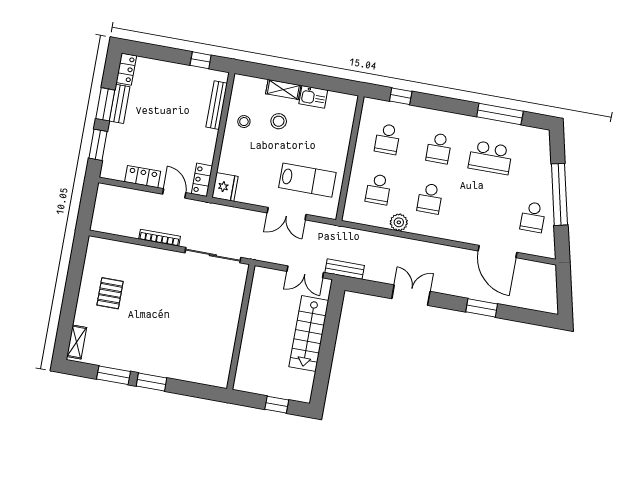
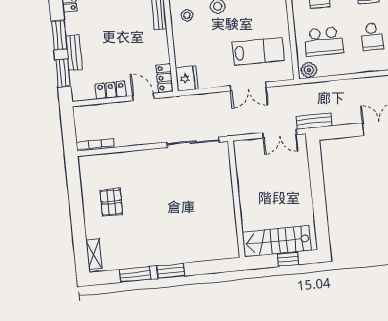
bench: (120, 104) -> (74, 53), moved
school desk: (378, 189) -> (324, 42), width x1.85
plant: (399, 222) -> (309, 70), moved
bookcase: (160, 238) -> (95, 145), moved
stairs: (309, 334) -> (277, 241), moved, turned 90

